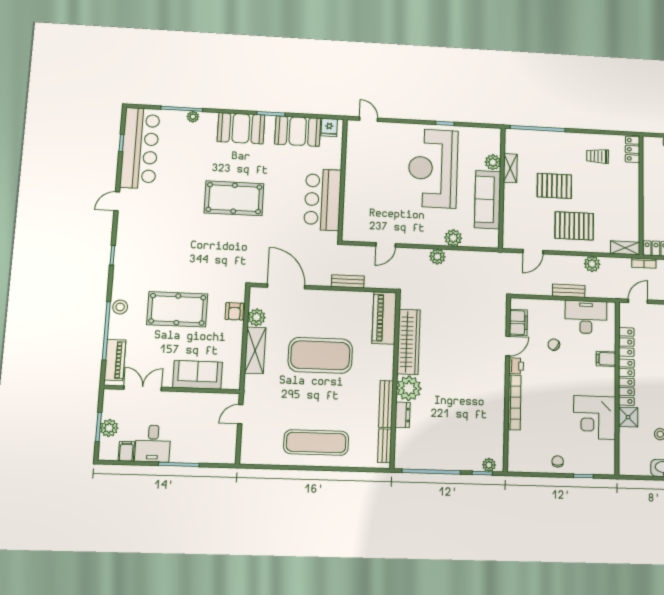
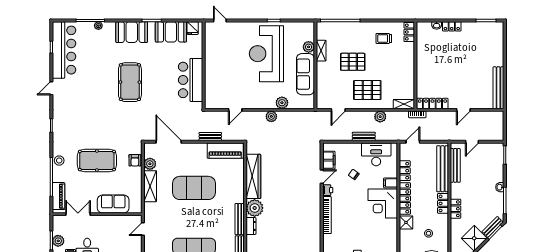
pool table: (234, 198) -> (130, 82), turned 90
piano: (384, 318) -> (225, 151), moved, turned -90
corner desk: (595, 417) -> (383, 203), moved

